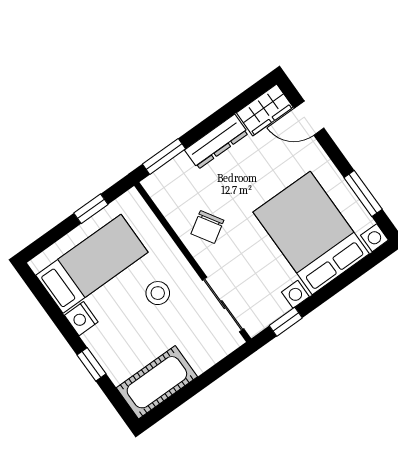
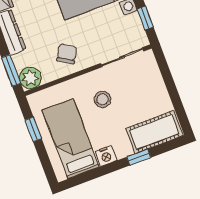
plant: (161, 186) -> (30, 78), added
chair: (207, 227) -> (67, 54), turned -117
cot: (157, 382) -> (154, 132), moved, turned 90

